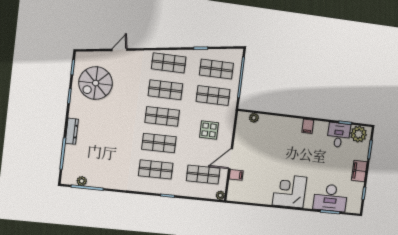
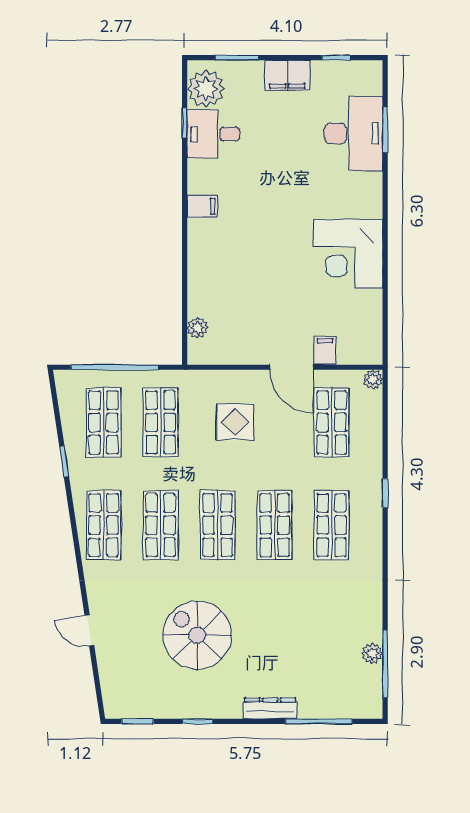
spiral stairs: (96, 83) -> (197, 635), moved, turned 180
plant: (82, 181) -> (372, 653), moved
corner desk: (289, 191) -> (348, 254), moved

